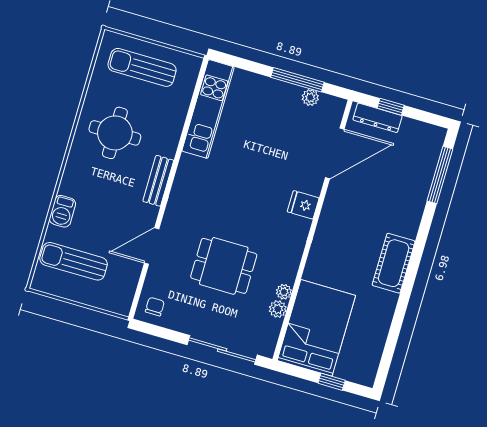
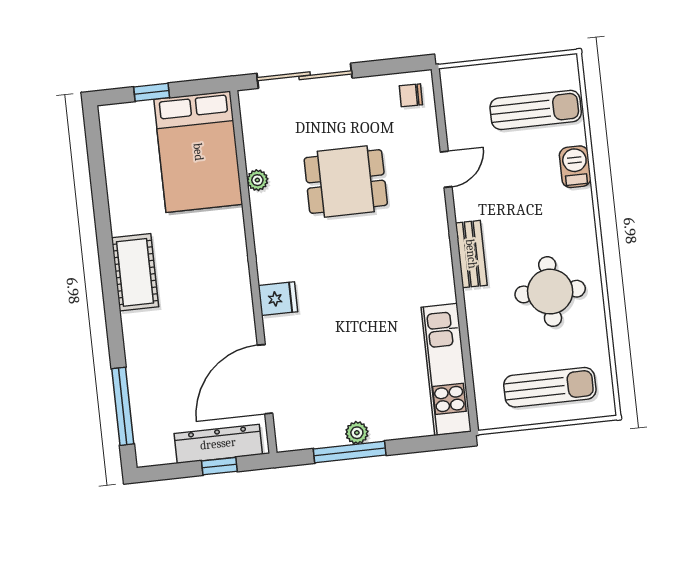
plant: (310, 98) -> (357, 433), moved
dresser: (377, 118) -> (218, 444), width x1.37, depth x1.24
door: (152, 246) -> (446, 169), width x0.73
chair: (155, 307) -> (411, 95), turned 91
plant: (278, 309) -> (256, 155), removed

